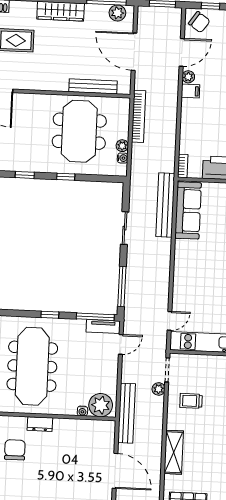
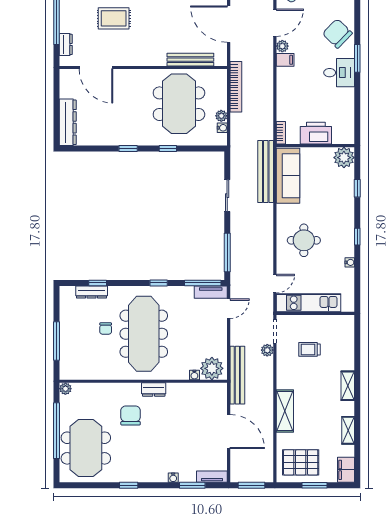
round table: (201, 278) -> (304, 240), added
trolley: (191, 401) -> (309, 349), moved

